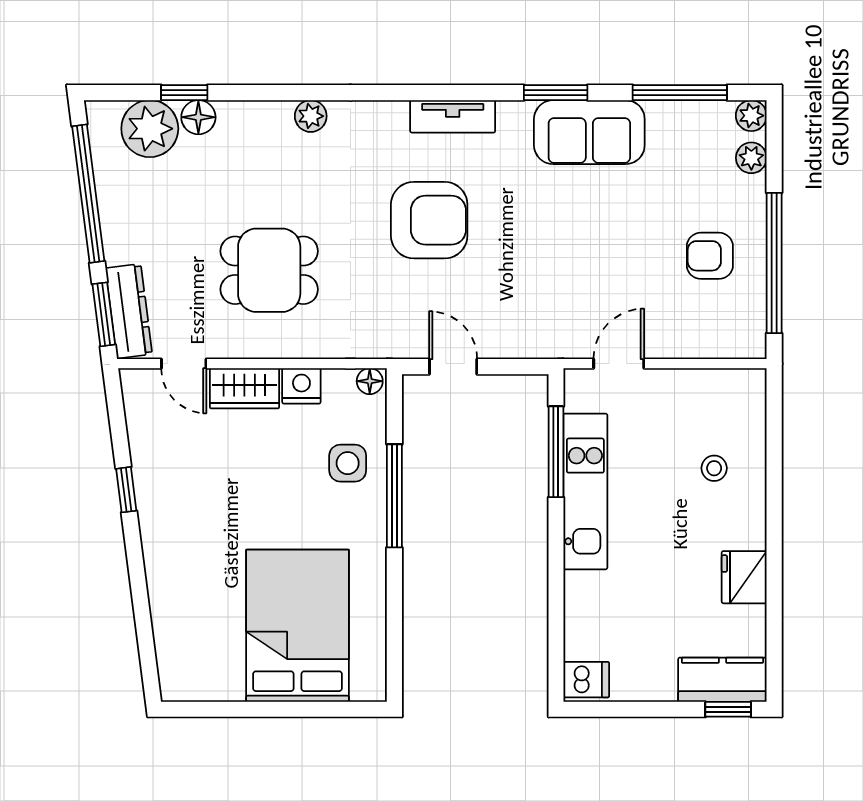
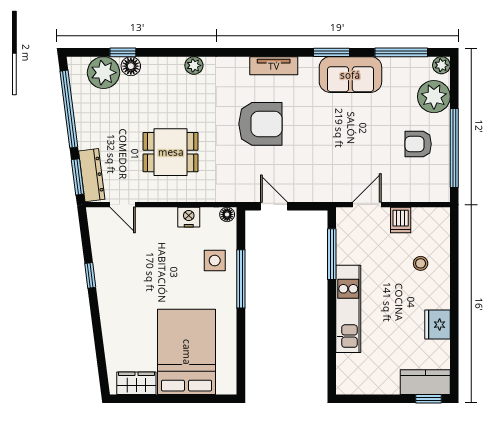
plant: (751, 158) -> (434, 97), width x1.88, depth x1.88
wardrobe: (244, 388) -> (136, 383), moved, turned 180
kitchen unit: (585, 491) -> (348, 309), moved
dishwasher: (586, 680) -> (401, 220), moved, turned 90

